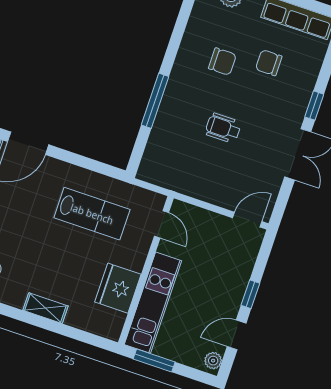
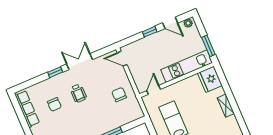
chair: (222, 62) -> (119, 95), moved
wheelchair: (223, 128) -> (78, 93), moved
fridge: (118, 288) -> (210, 79), moved, turned 90

